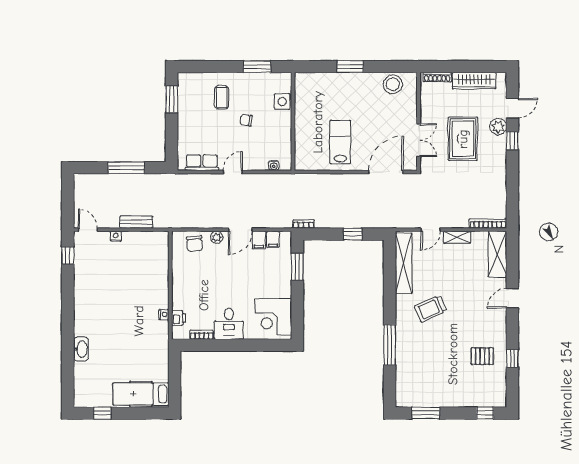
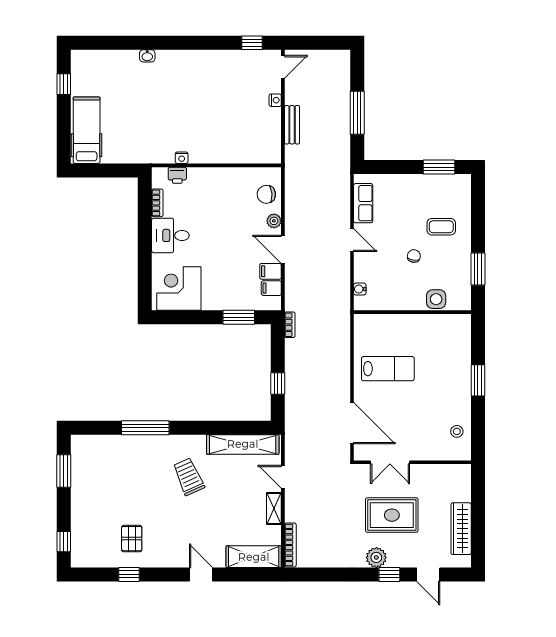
shoe rack: (437, 77) -> (465, 484), removed
stool: (393, 84) -> (457, 431), width x0.53, depth x0.53
plant: (498, 127) -> (376, 557), moved
washbasin: (81, 349) -> (147, 56), width x0.52, depth x0.69

